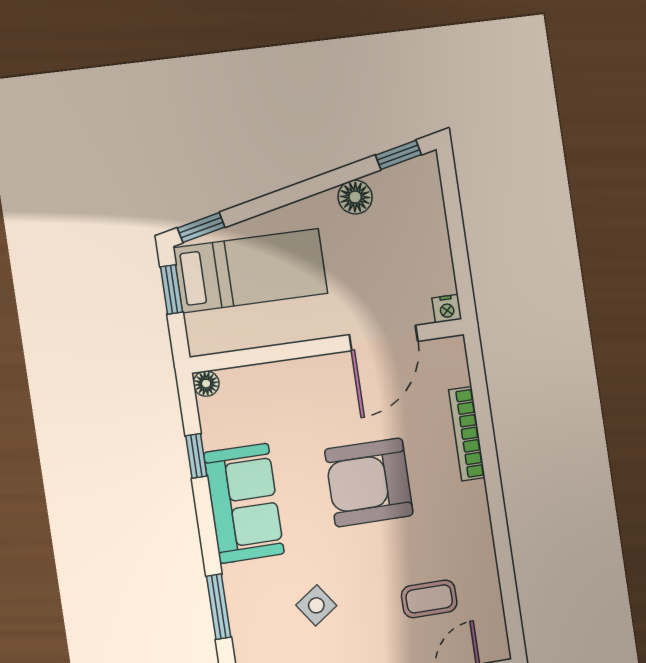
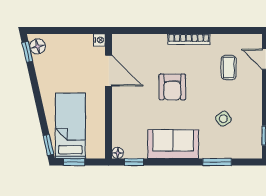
floor lamp: (355, 197) -> (38, 46), moved
bookcase: (467, 434) -> (189, 39), moved
window: (196, 456) -> (134, 162), moved
armchair: (369, 482) -> (172, 87), width x0.73, depth x0.73

